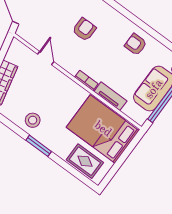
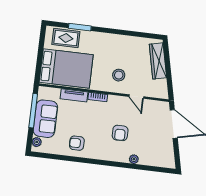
armchair: (136, 44) -> (77, 143), turned 180
stool: (33, 120) -> (119, 75), moved
window: (39, 146) -> (80, 27), moved

